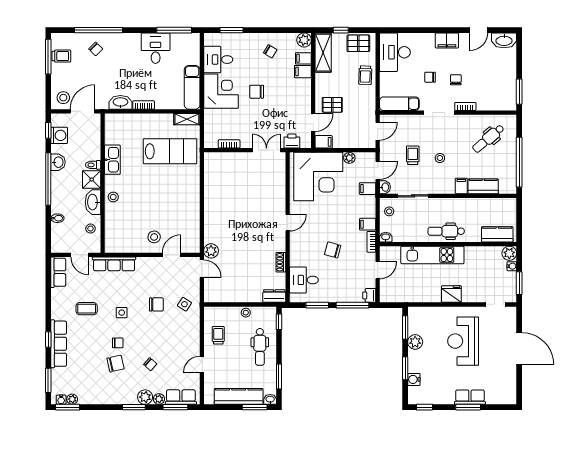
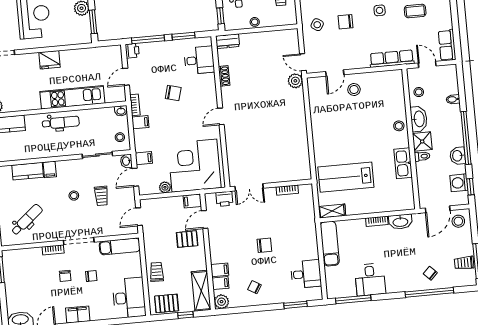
corner desk: (221, 91) -> (300, 242), removed

